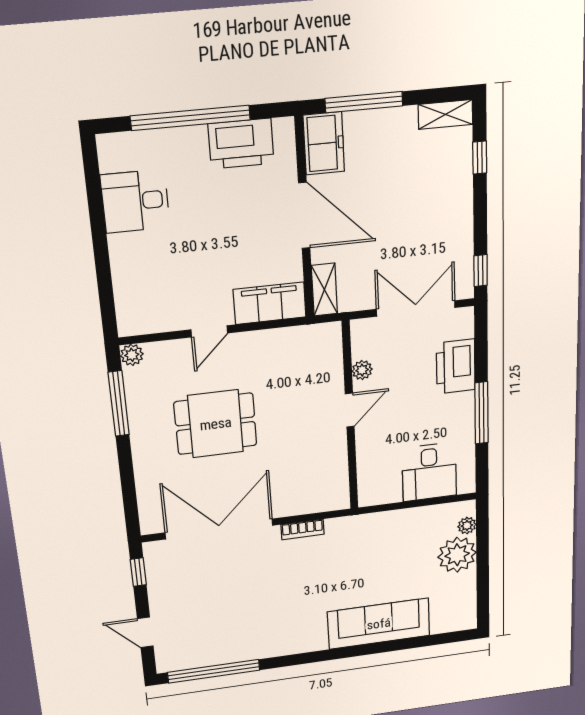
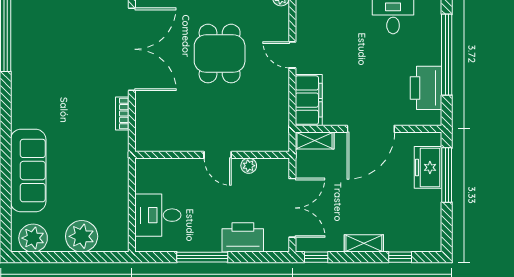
shelving: (445, 114) -> (364, 243), moved, turned 90
freezer: (324, 143) -> (428, 167), moved, turned 90
plant: (467, 526) -> (33, 238), moved, width x1.88, depth x1.88

